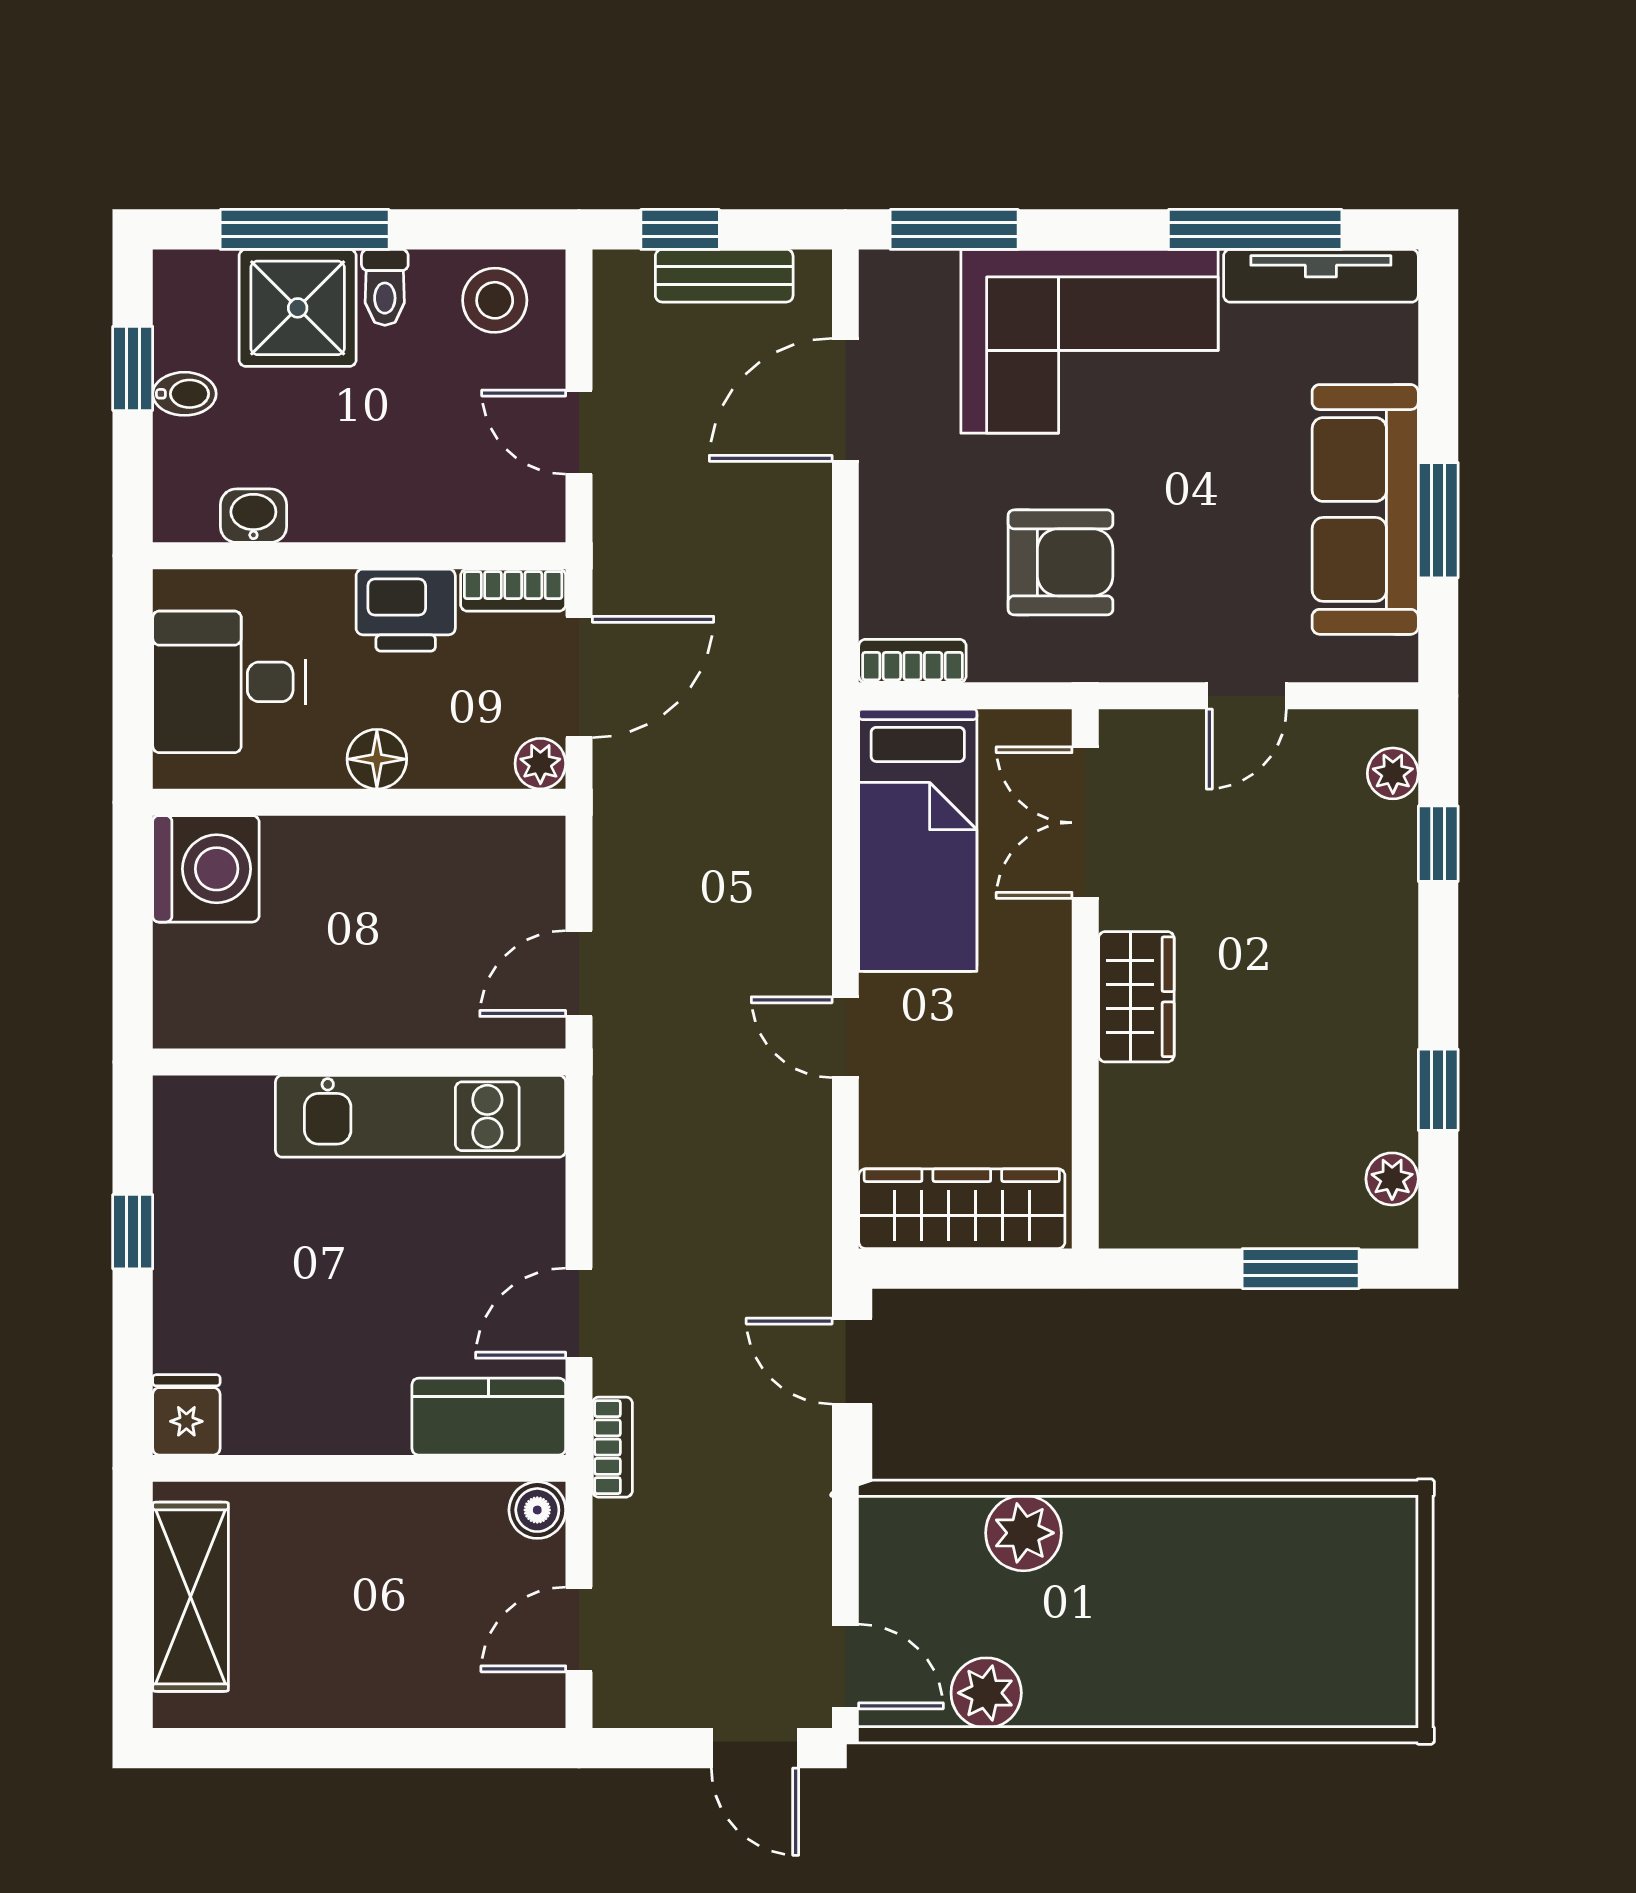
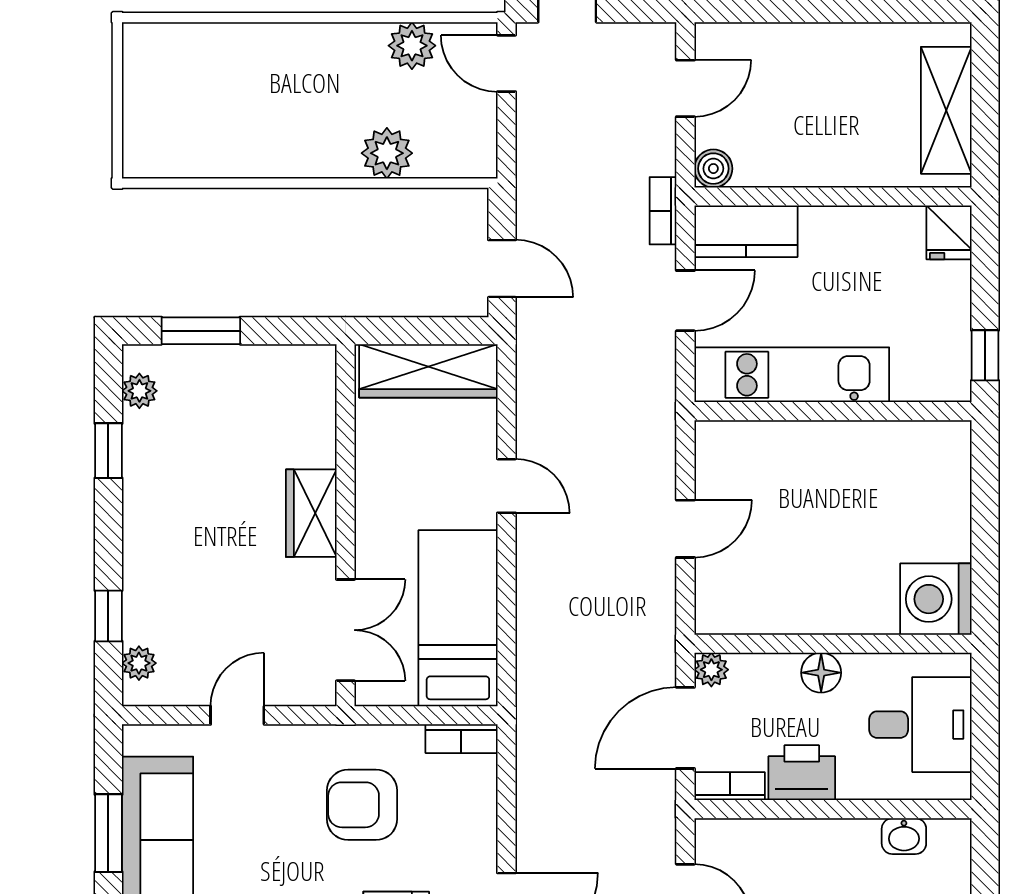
wall: (359, 1062) -> (833, 411), moved
kitchen unit: (421, 1116) -> (792, 375), moved

